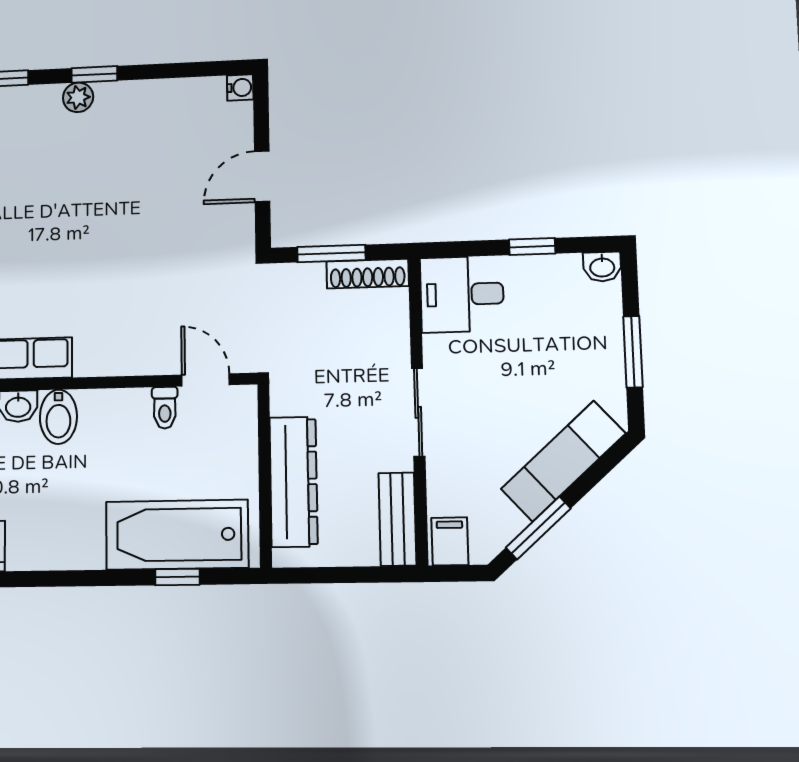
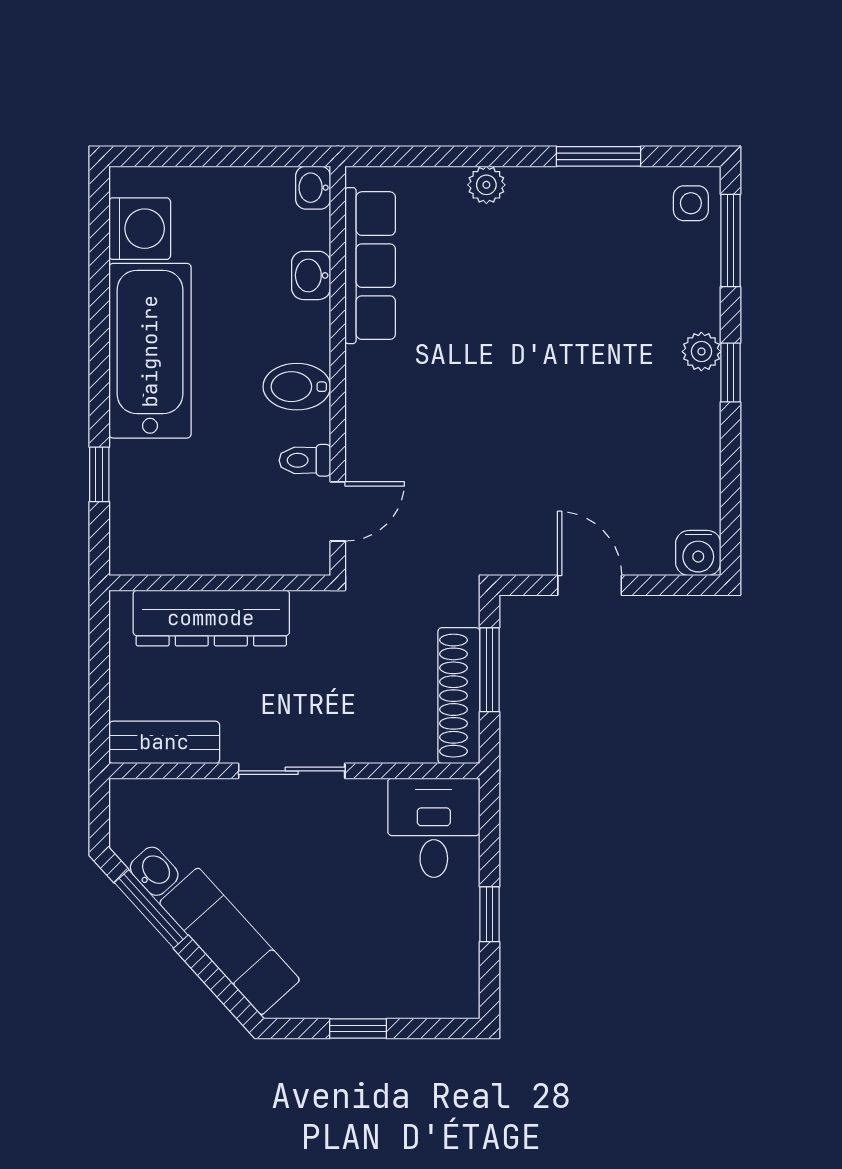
water cooler: (240, 88) -> (698, 553), width x1.38, depth x1.38
washbasin: (602, 267) -> (154, 871), moved, turned 138
shoe rack: (368, 274) -> (459, 696), width x1.36, depth x1.24
window: (633, 352) -> (358, 1029), width x0.67
bidet: (58, 417) -> (297, 387), moved
bathtub: (177, 535) -> (150, 351), moved
filing cabinet: (450, 541) -> (137, 804), removed

